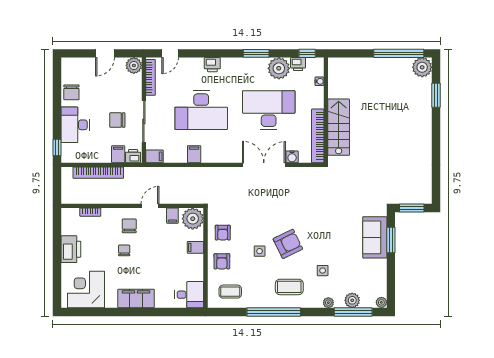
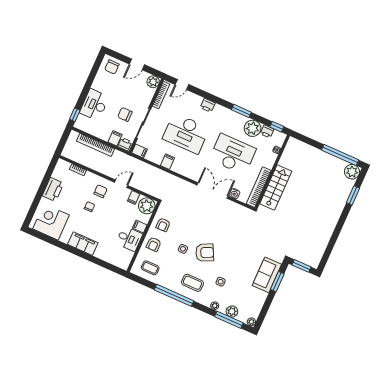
chair: (71, 92) -> (112, 67), moved
desk: (189, 295) -> (129, 239), moved

